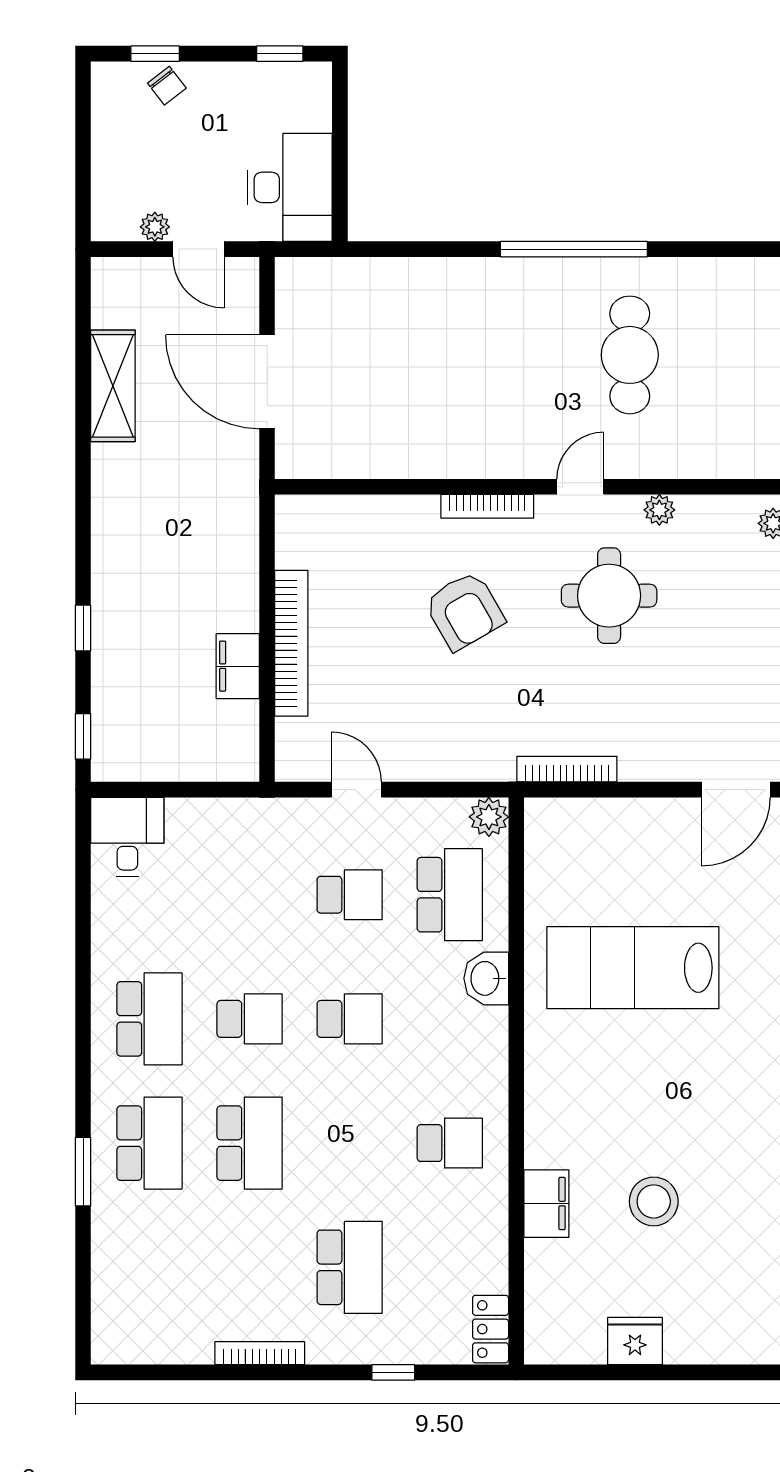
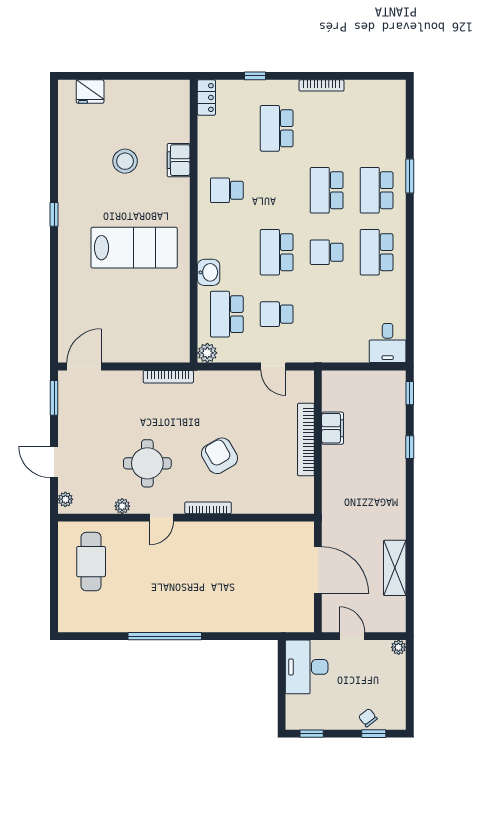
plant: (155, 227) -> (399, 647), moved
cafe table: (630, 355) -> (91, 562), moved
lab bench: (633, 968) -> (134, 248), moved
school desk: (350, 1019) -> (277, 252), width x1.85
fridge: (635, 1341) -> (90, 92), moved

